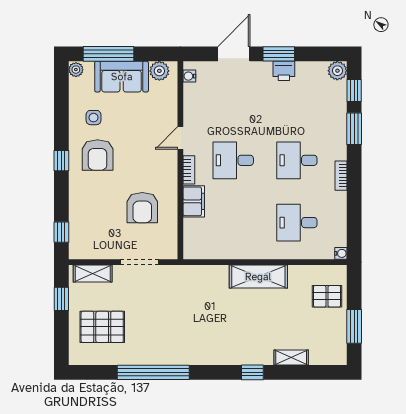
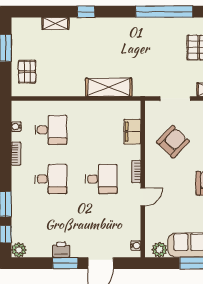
bookcase: (341, 176) -> (16, 154), moved
filing cabinet: (194, 201) -> (132, 132), moved
armchair: (142, 208) -> (173, 142), turned 44
water cooler: (341, 253) -> (16, 127), moved
shelving: (258, 277) -> (109, 87), moved
pallet: (327, 296) -> (27, 72), turned 90

